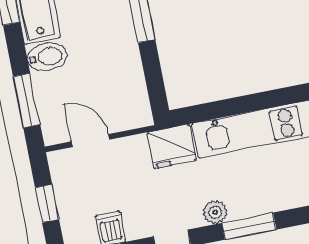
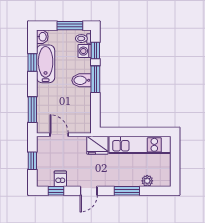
bidet: (47, 57) -> (82, 80), moved, turned 180
plant: (215, 212) -> (147, 181), moved

